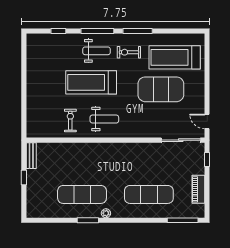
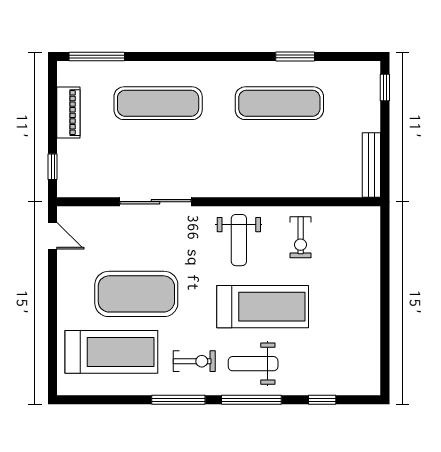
weight bench: (104, 119) -> (239, 240), turned -90
sliding door: (181, 140) -> (156, 202), moved
bench: (31, 156) -> (371, 165), width x1.36
window: (24, 177) -> (385, 87), moved
plant: (106, 213) -> (236, 69), removed
window: (88, 220) -> (295, 56), moved

